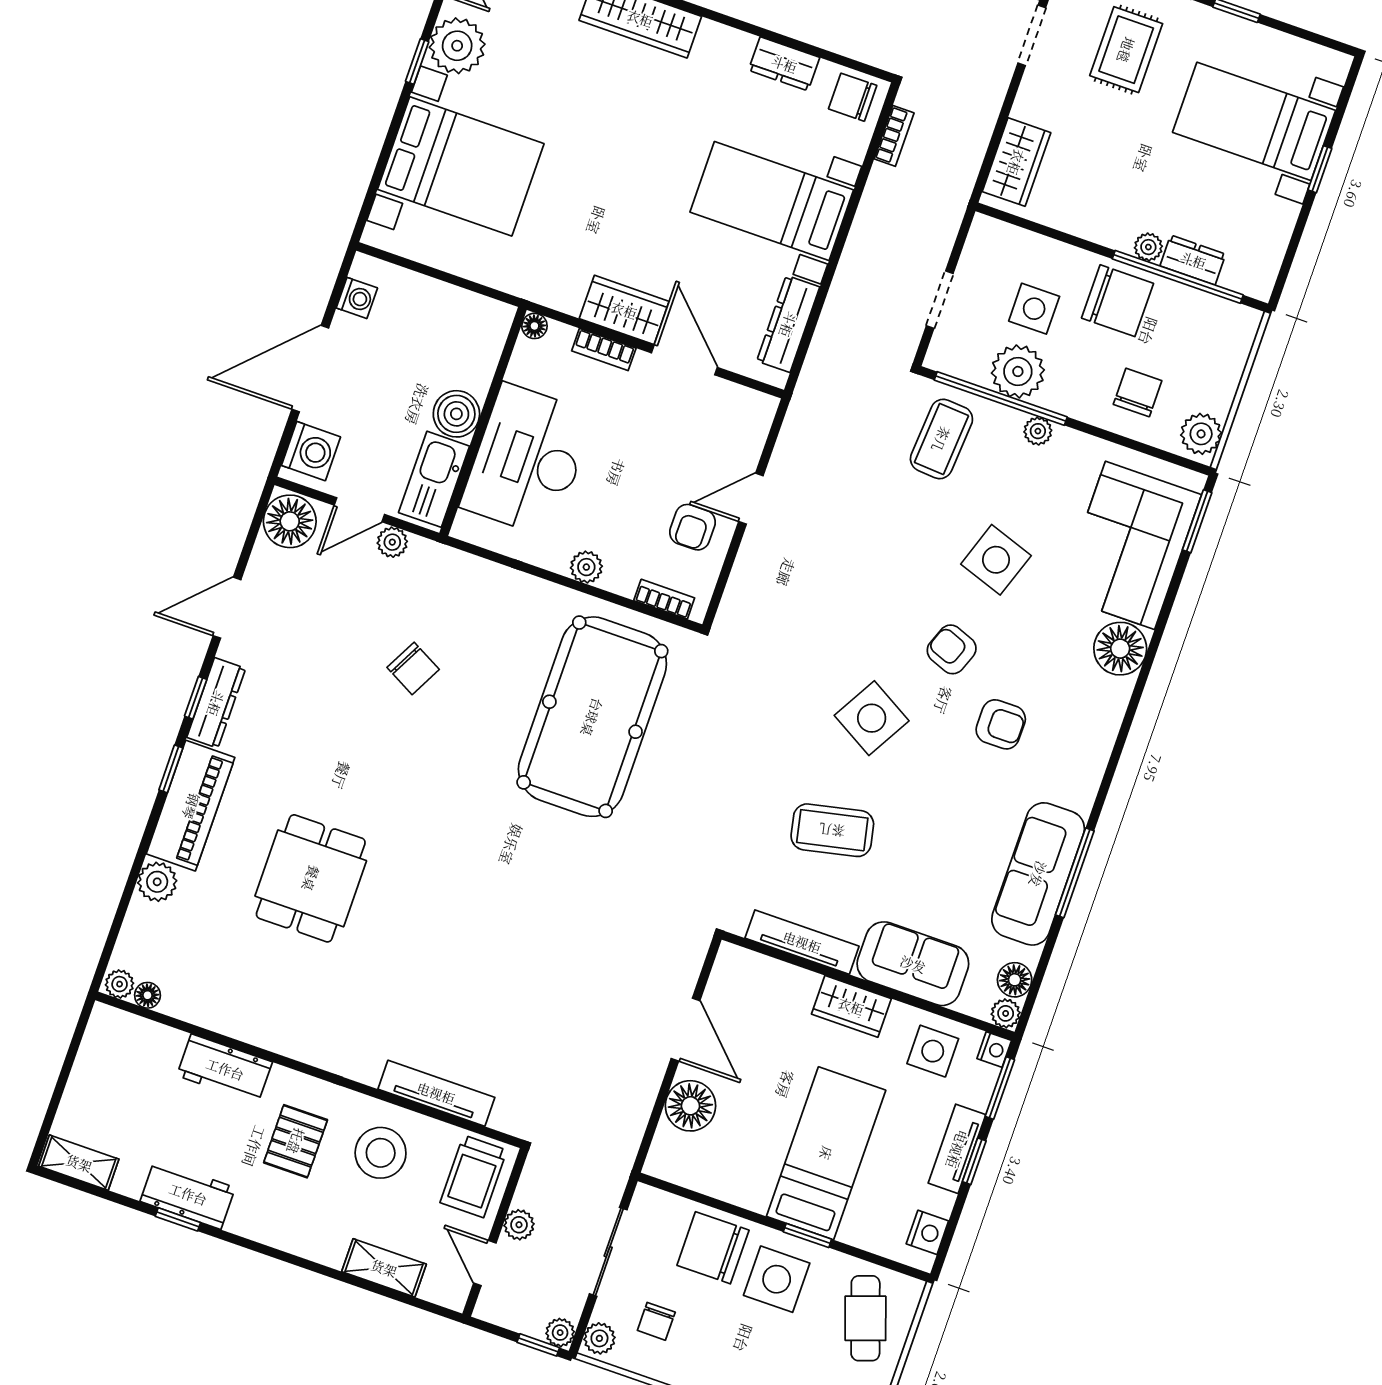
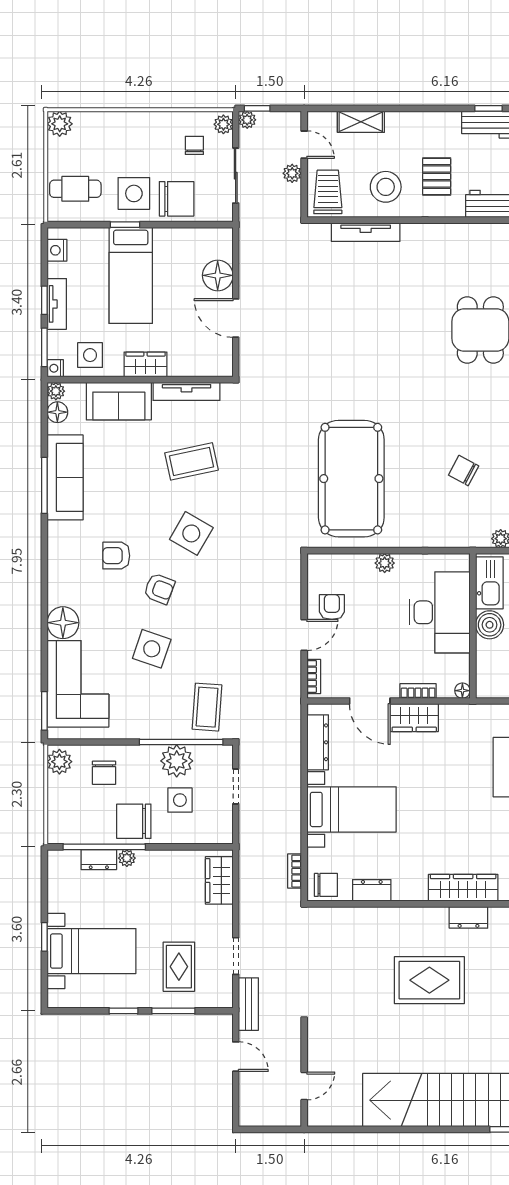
plant: (1038, 431) -> (153, 731), removed
bookcase: (664, 599) -> (314, 676), moved, turned -90
cafe table: (865, 1318) -> (75, 189), turned -71

